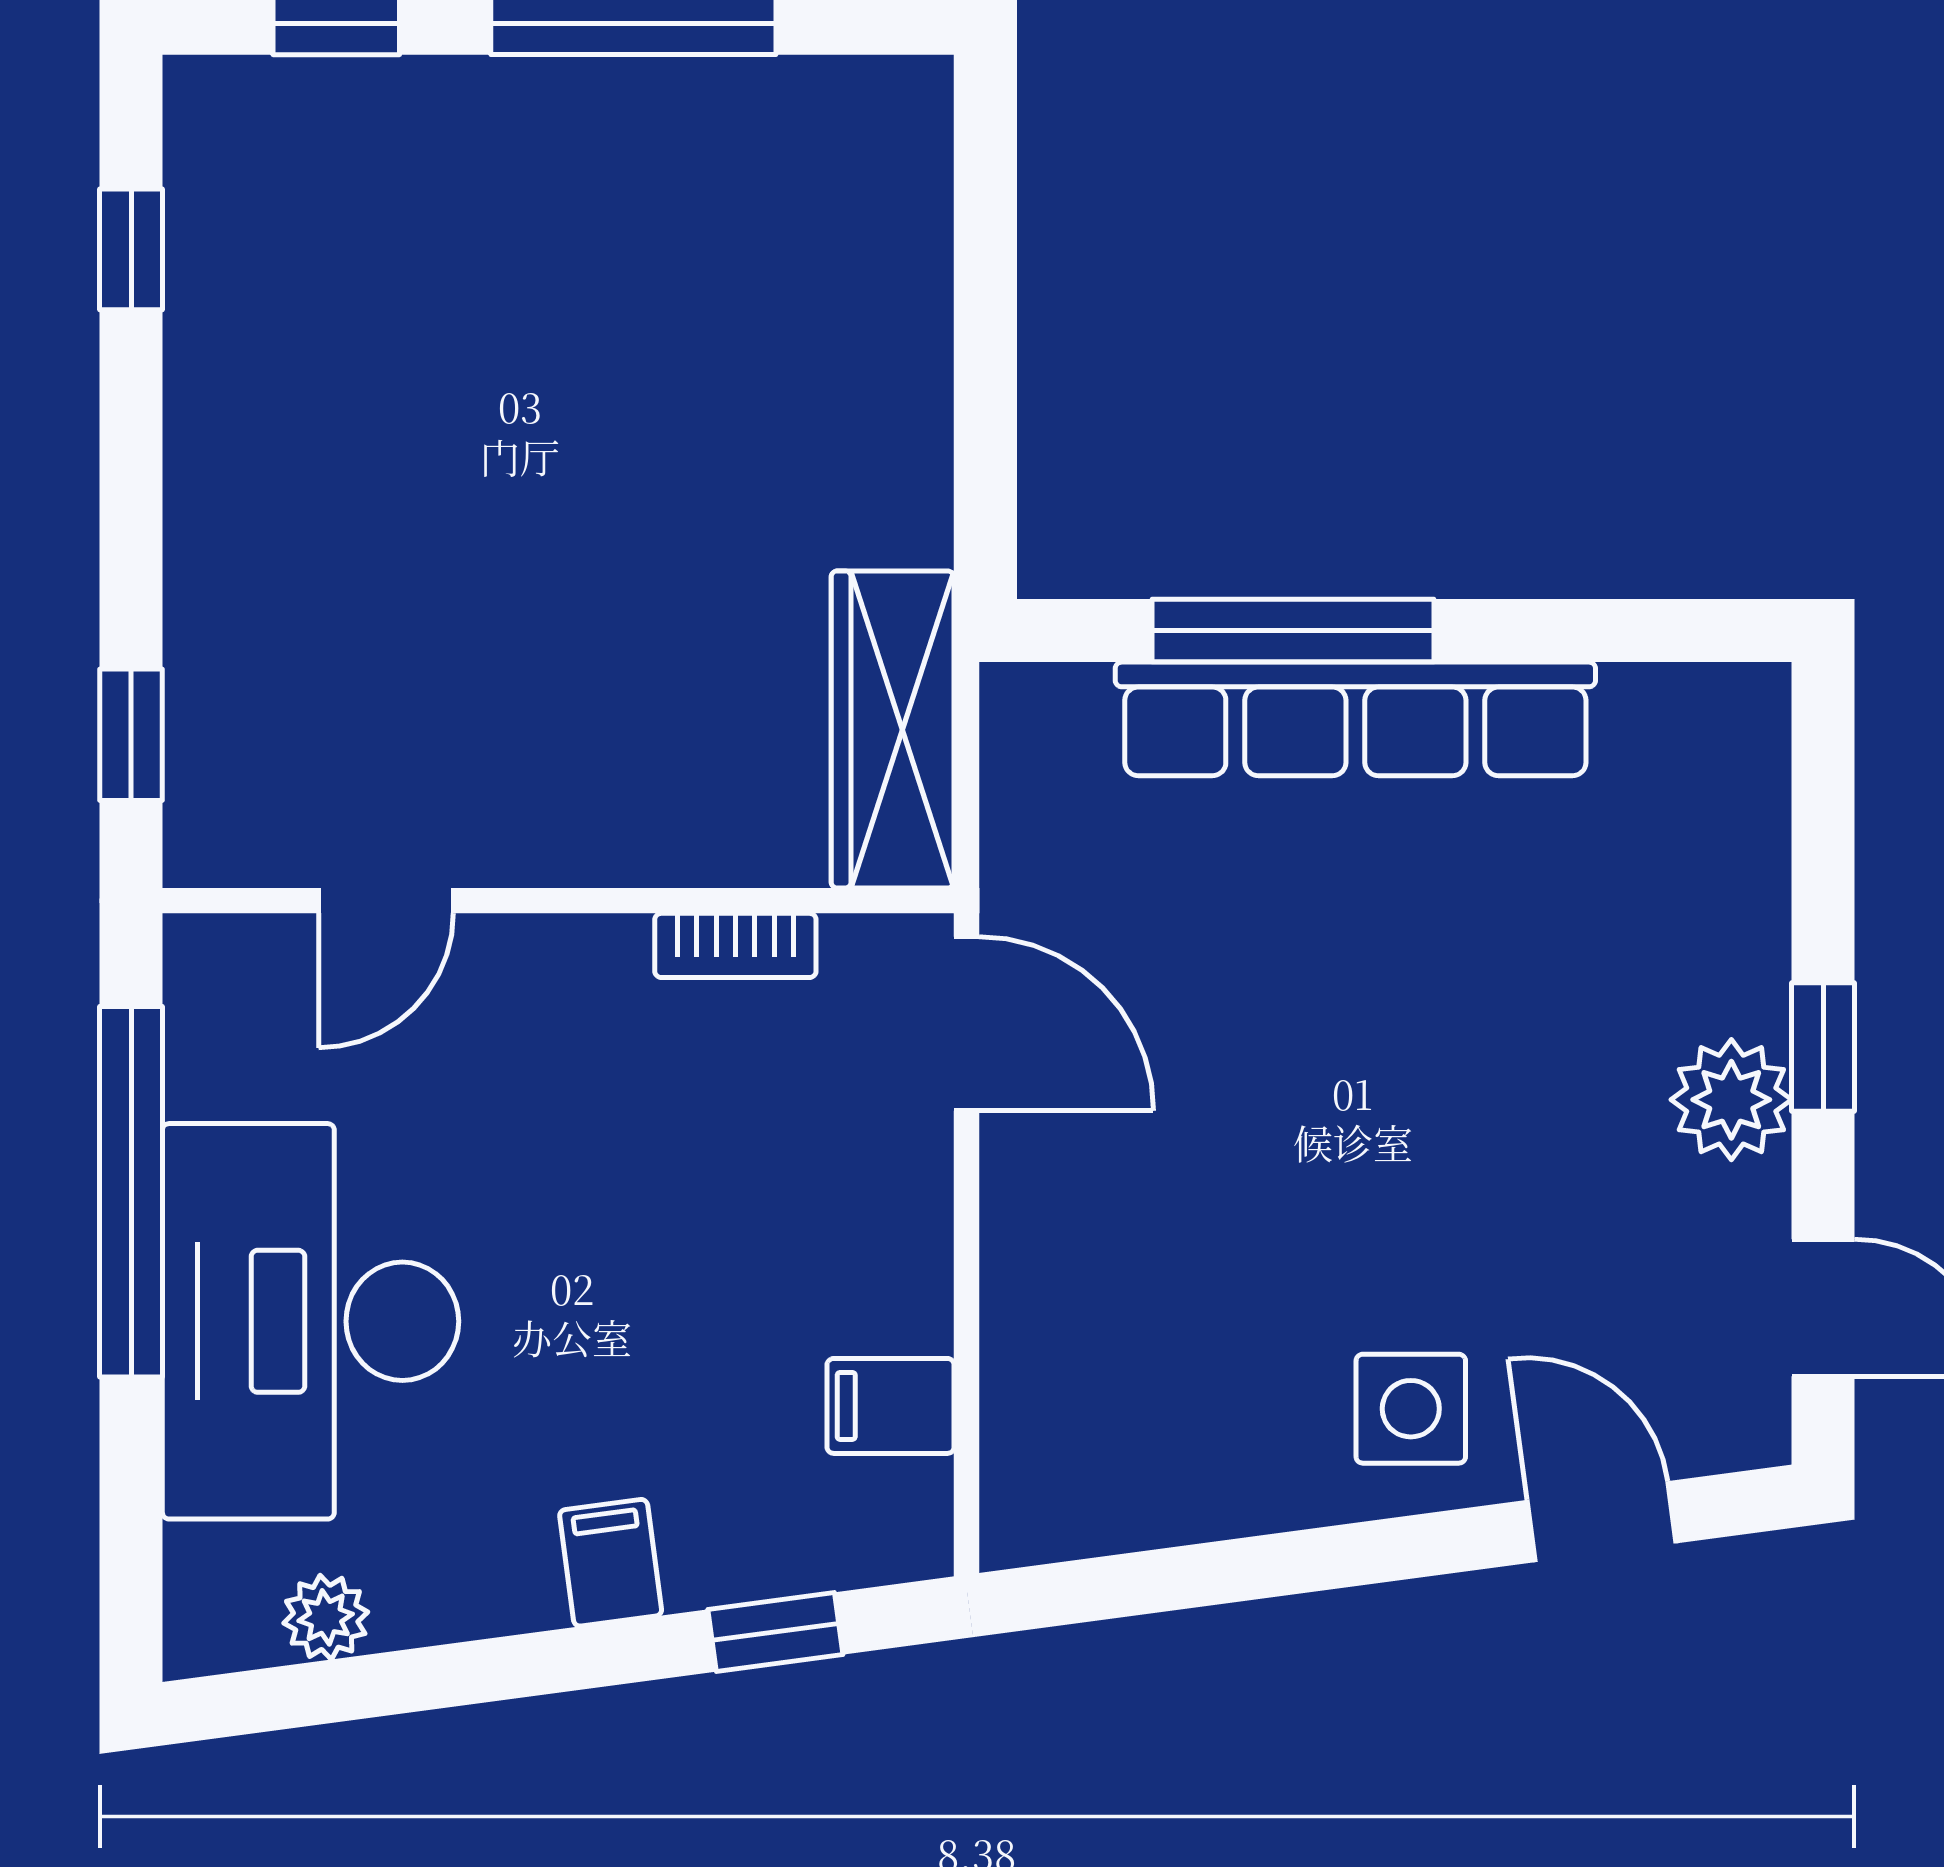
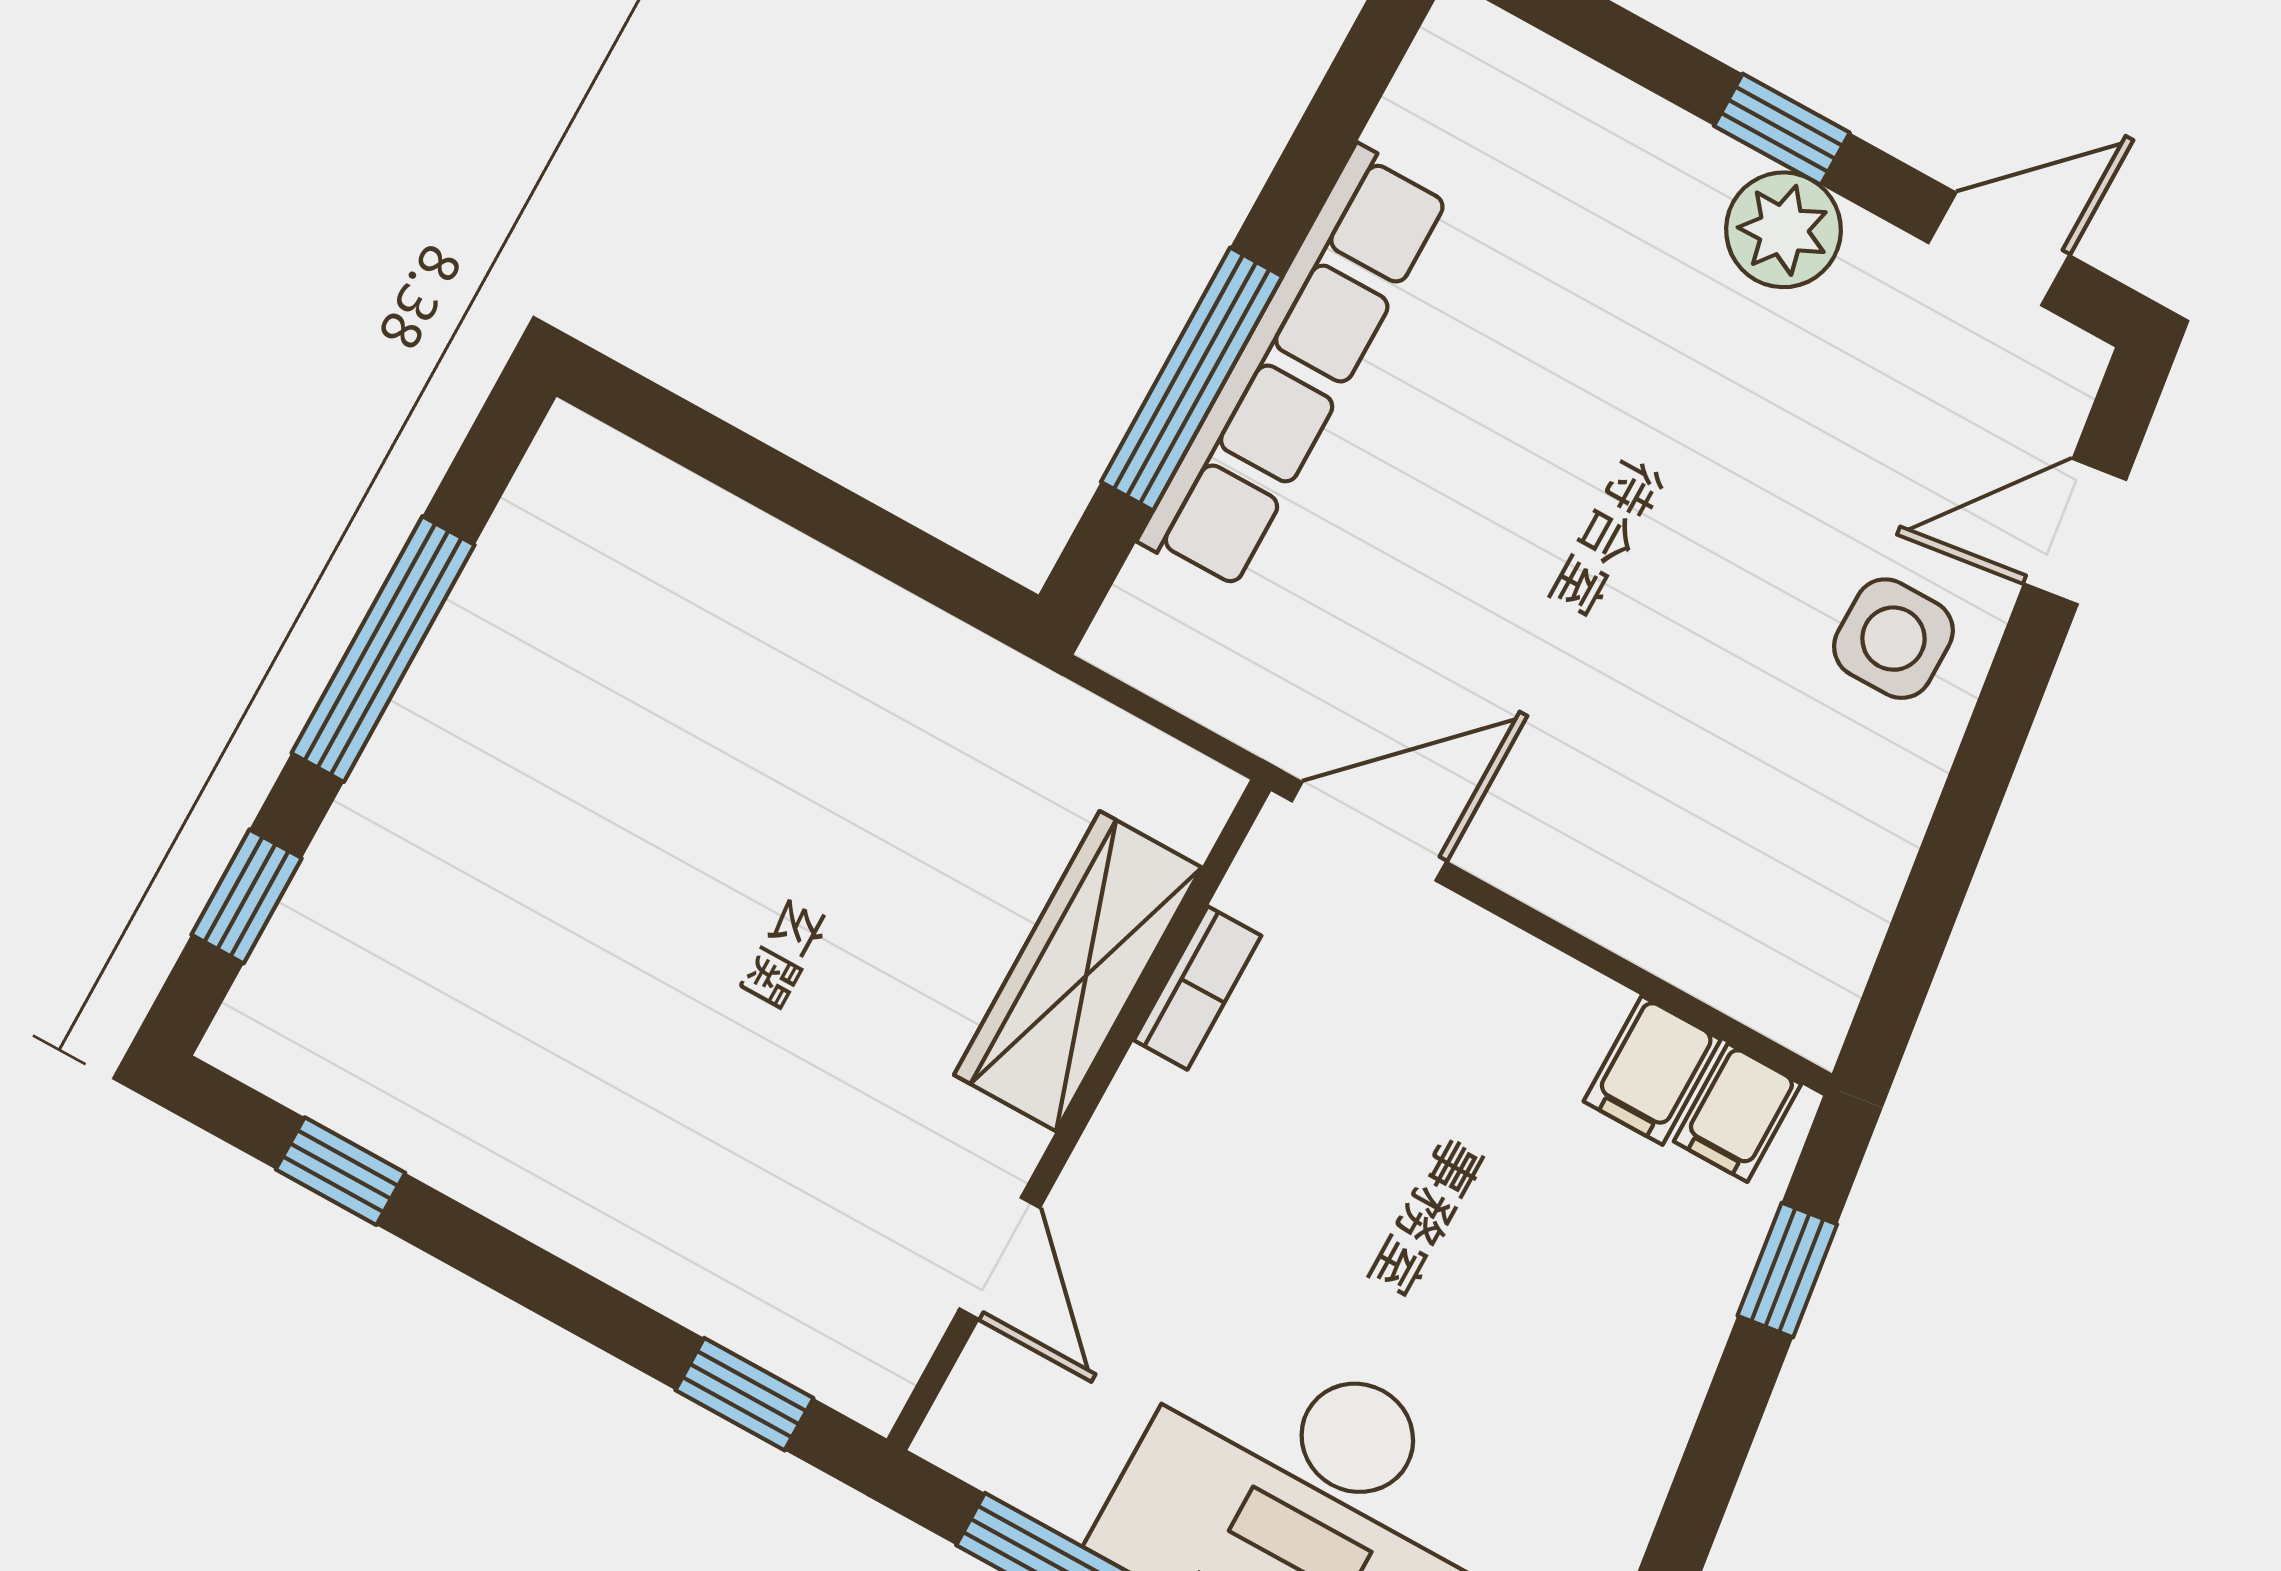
wardrobe: (893, 729) -> (1078, 971), moved, turned 90
filing cabinet: (611, 1563) -> (1738, 1113), moved, turned -82

